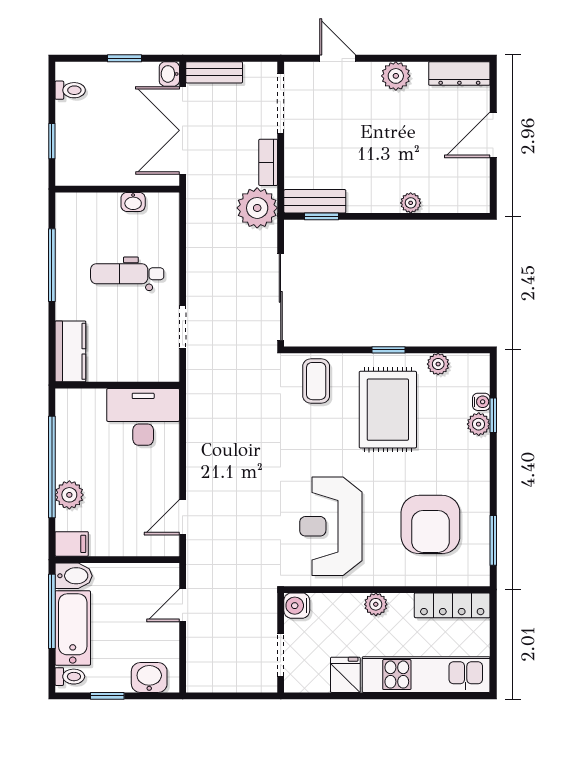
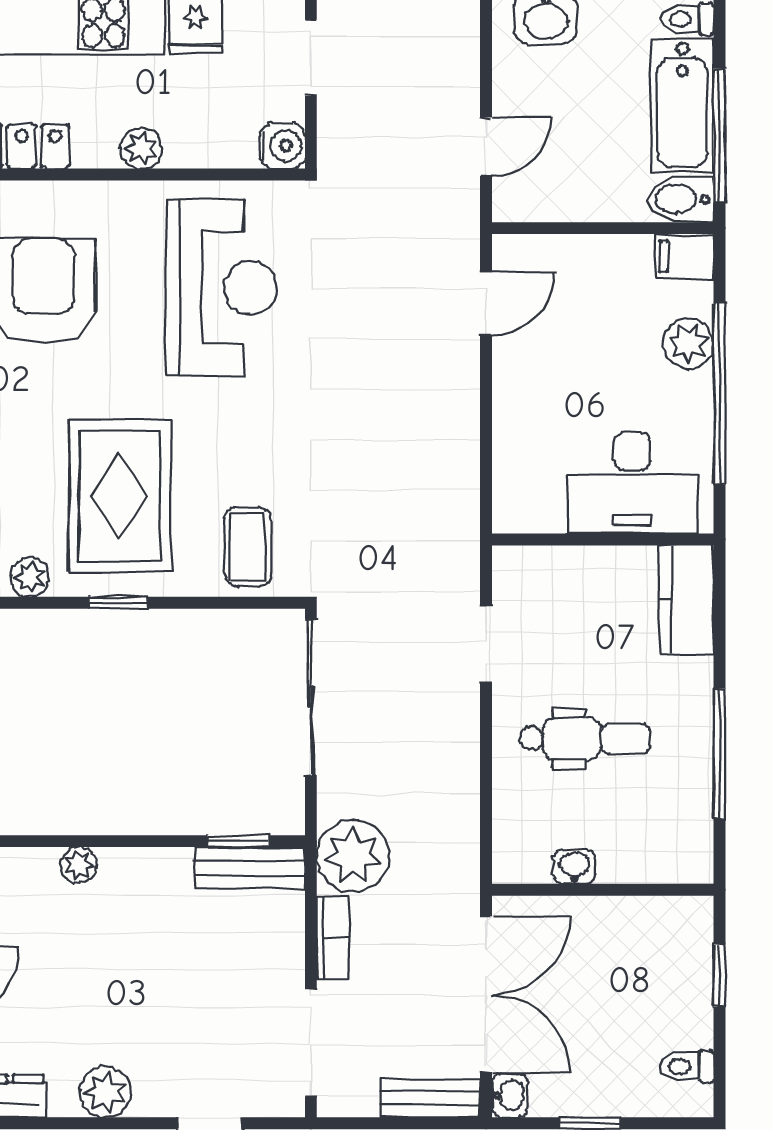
desk: (143, 417) -> (632, 483), moved

